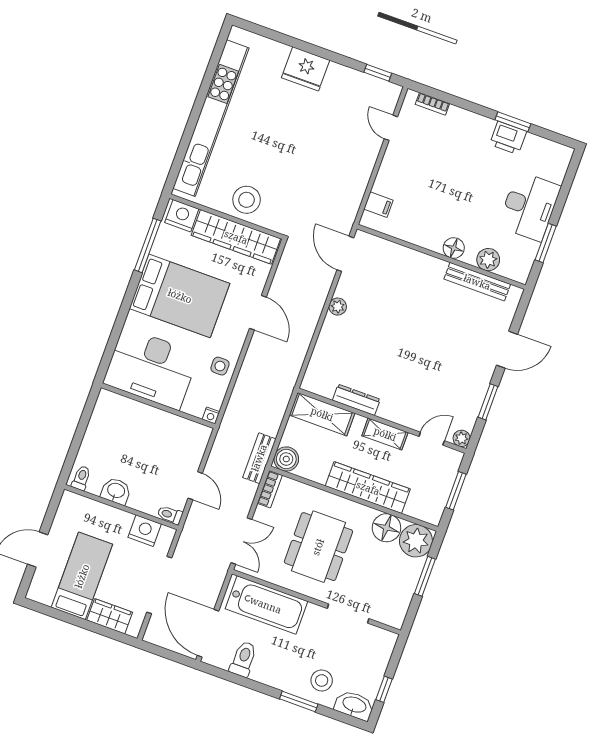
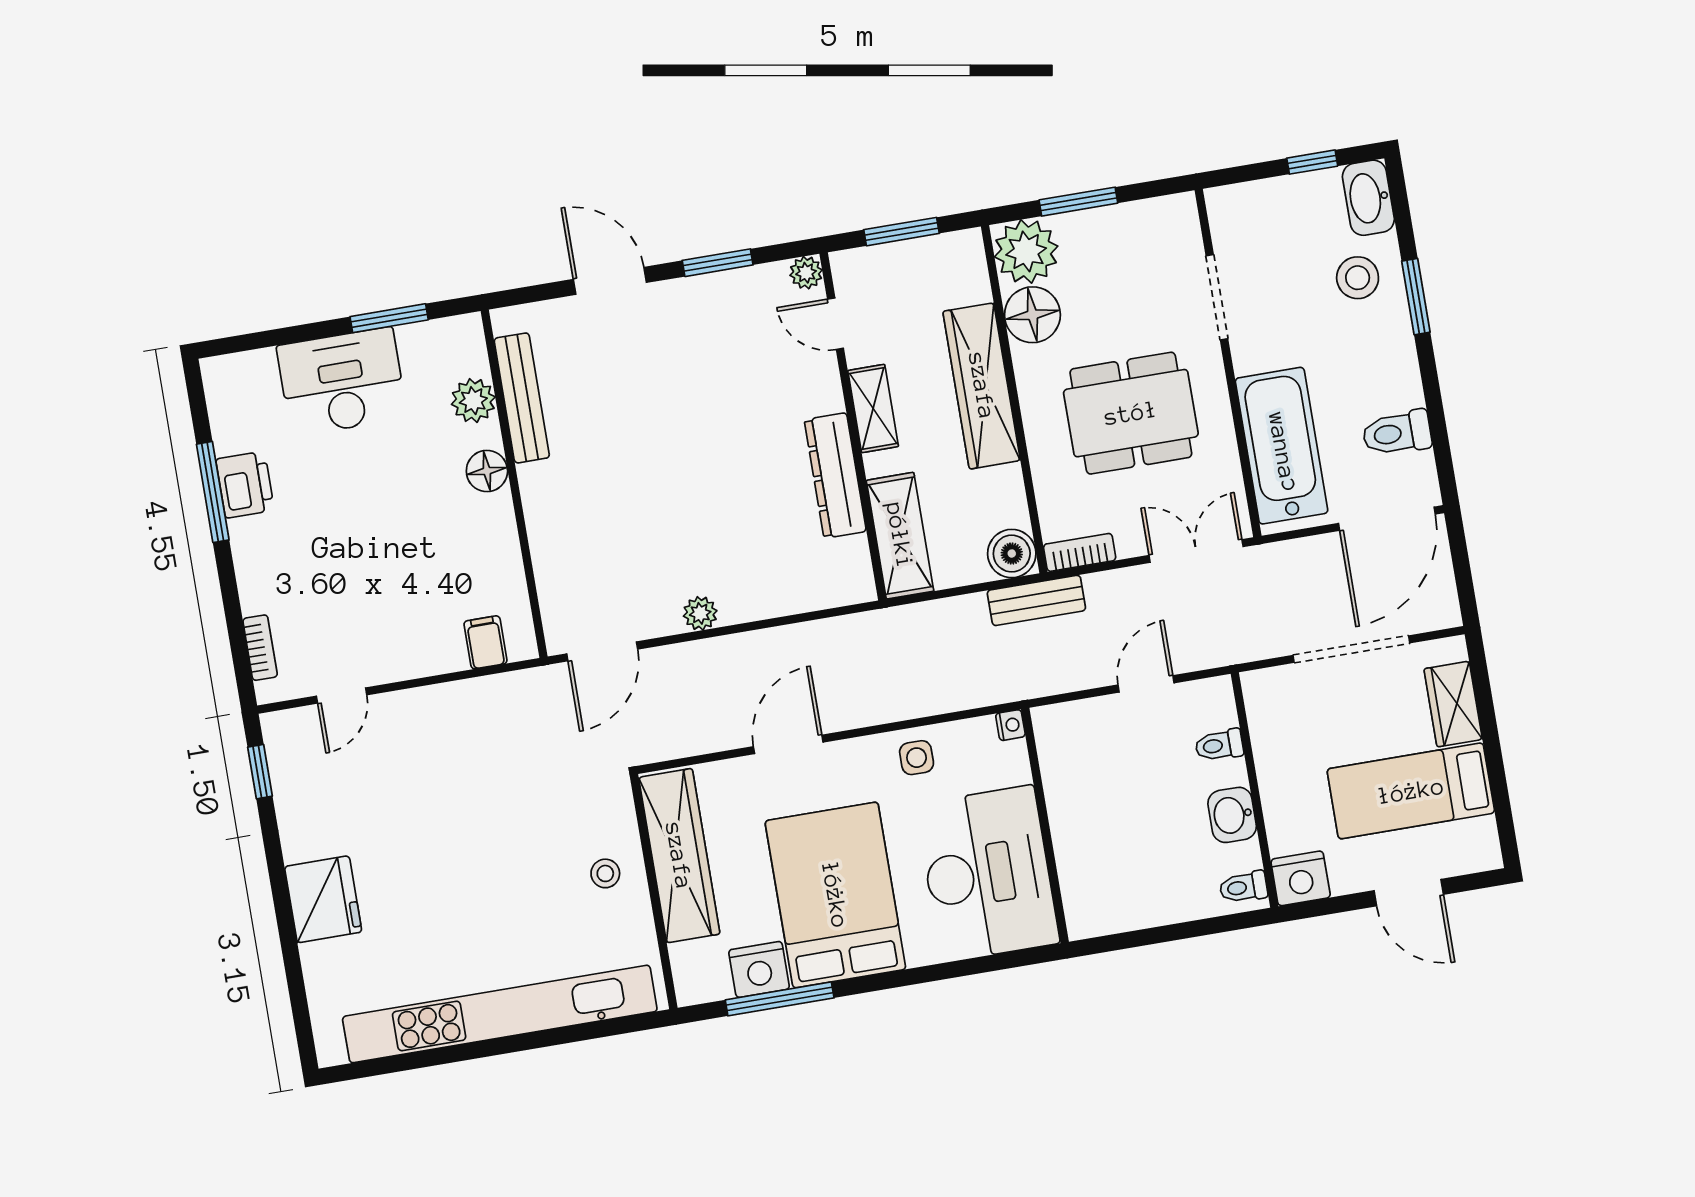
window: (513, 122) -> (213, 492), width x1.44
stool: (247, 200) -> (605, 873), width x0.53, depth x0.53
nightstand: (182, 216) -> (759, 969), moved, turned -90
dresser: (356, 400) -> (835, 475), width x1.37, depth x1.24
toilet: (170, 515) -> (1219, 745), moved, turned 90
nightstand: (145, 531) -> (1301, 878), moved, turned -90

